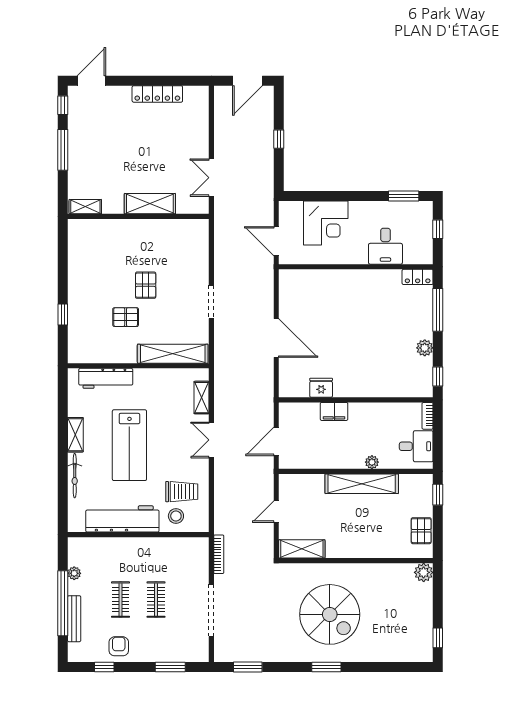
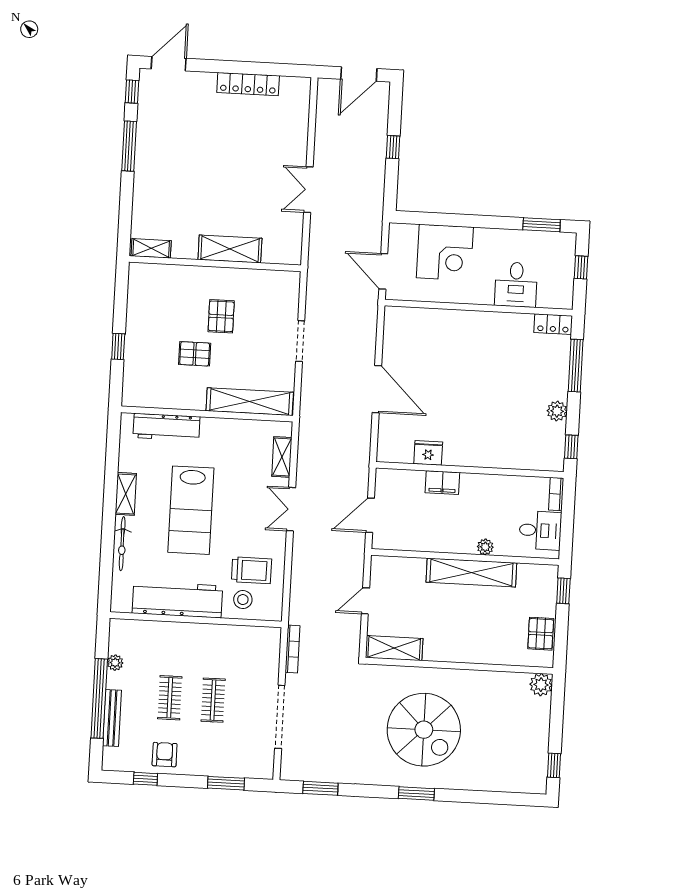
shelving: (150, 204) -> (230, 249), moved
shelving: (85, 207) -> (151, 248), moved
wall: (138, 216) -> (215, 264), moved

